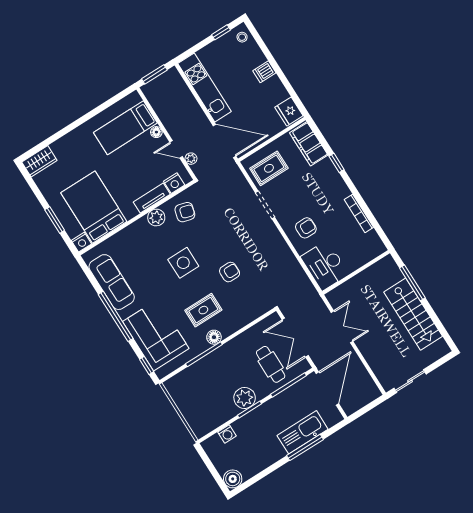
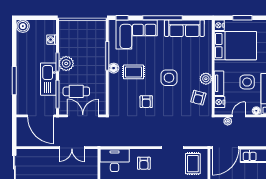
side table: (129, 165) -> (247, 82), added
rug: (203, 310) -> (134, 72), turned 90
kitchen sink: (303, 432) -> (48, 79), moved, turned 180

